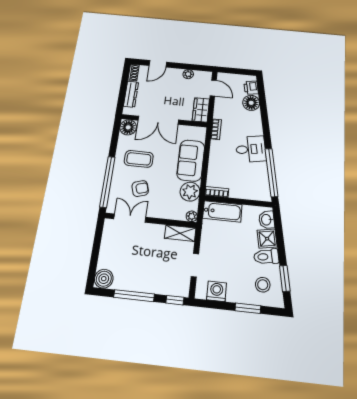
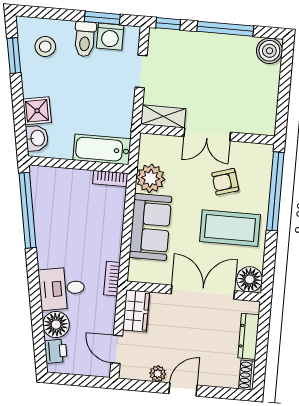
door: (158, 64) -> (183, 389), moved
desk: (251, 149) -> (62, 288), moved
coffee table: (139, 159) -> (230, 228), width x1.36, depth x1.32
plant: (192, 216) -> (147, 141), removed
double door: (130, 218) -> (207, 134), moved
toilet: (266, 257) -> (85, 39), moved, turned 100
window: (248, 308) -> (102, 18), moved

